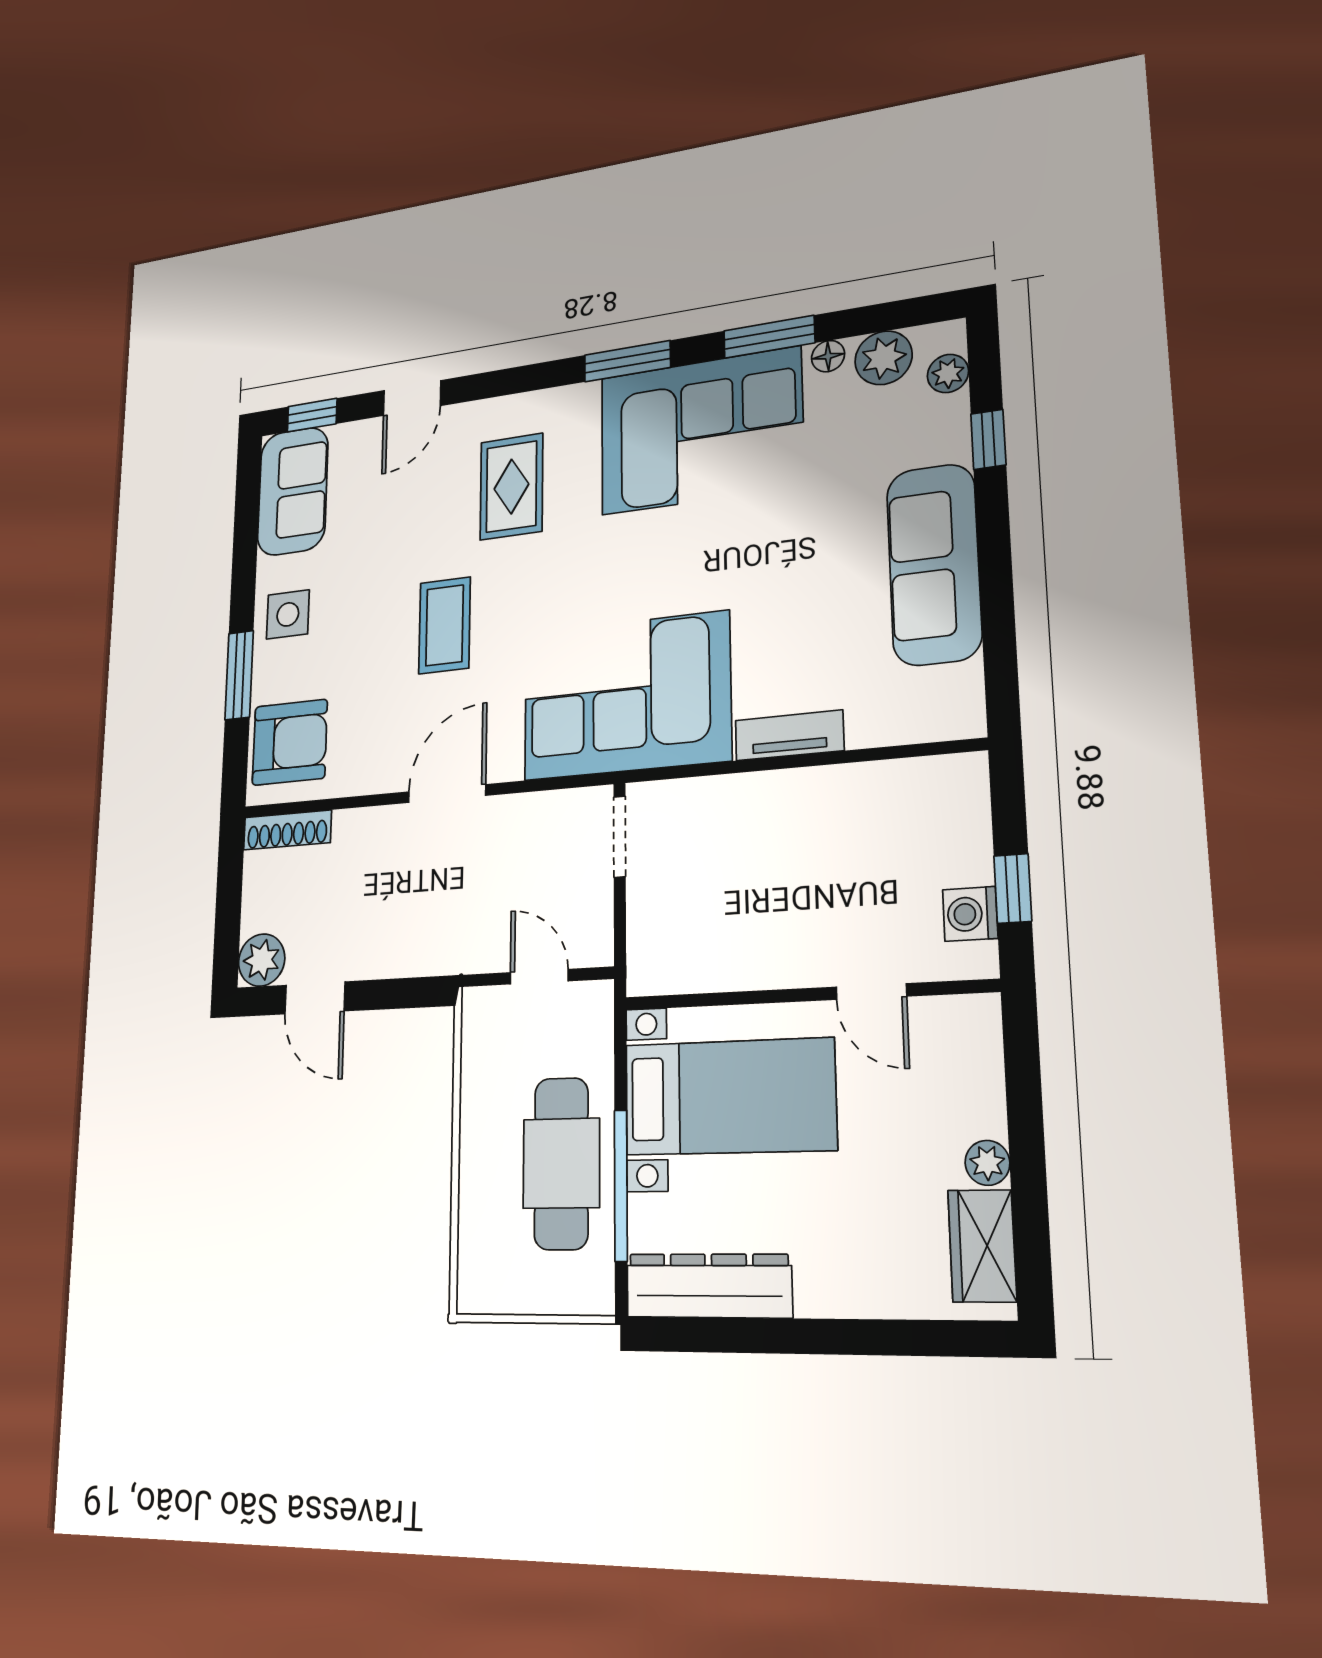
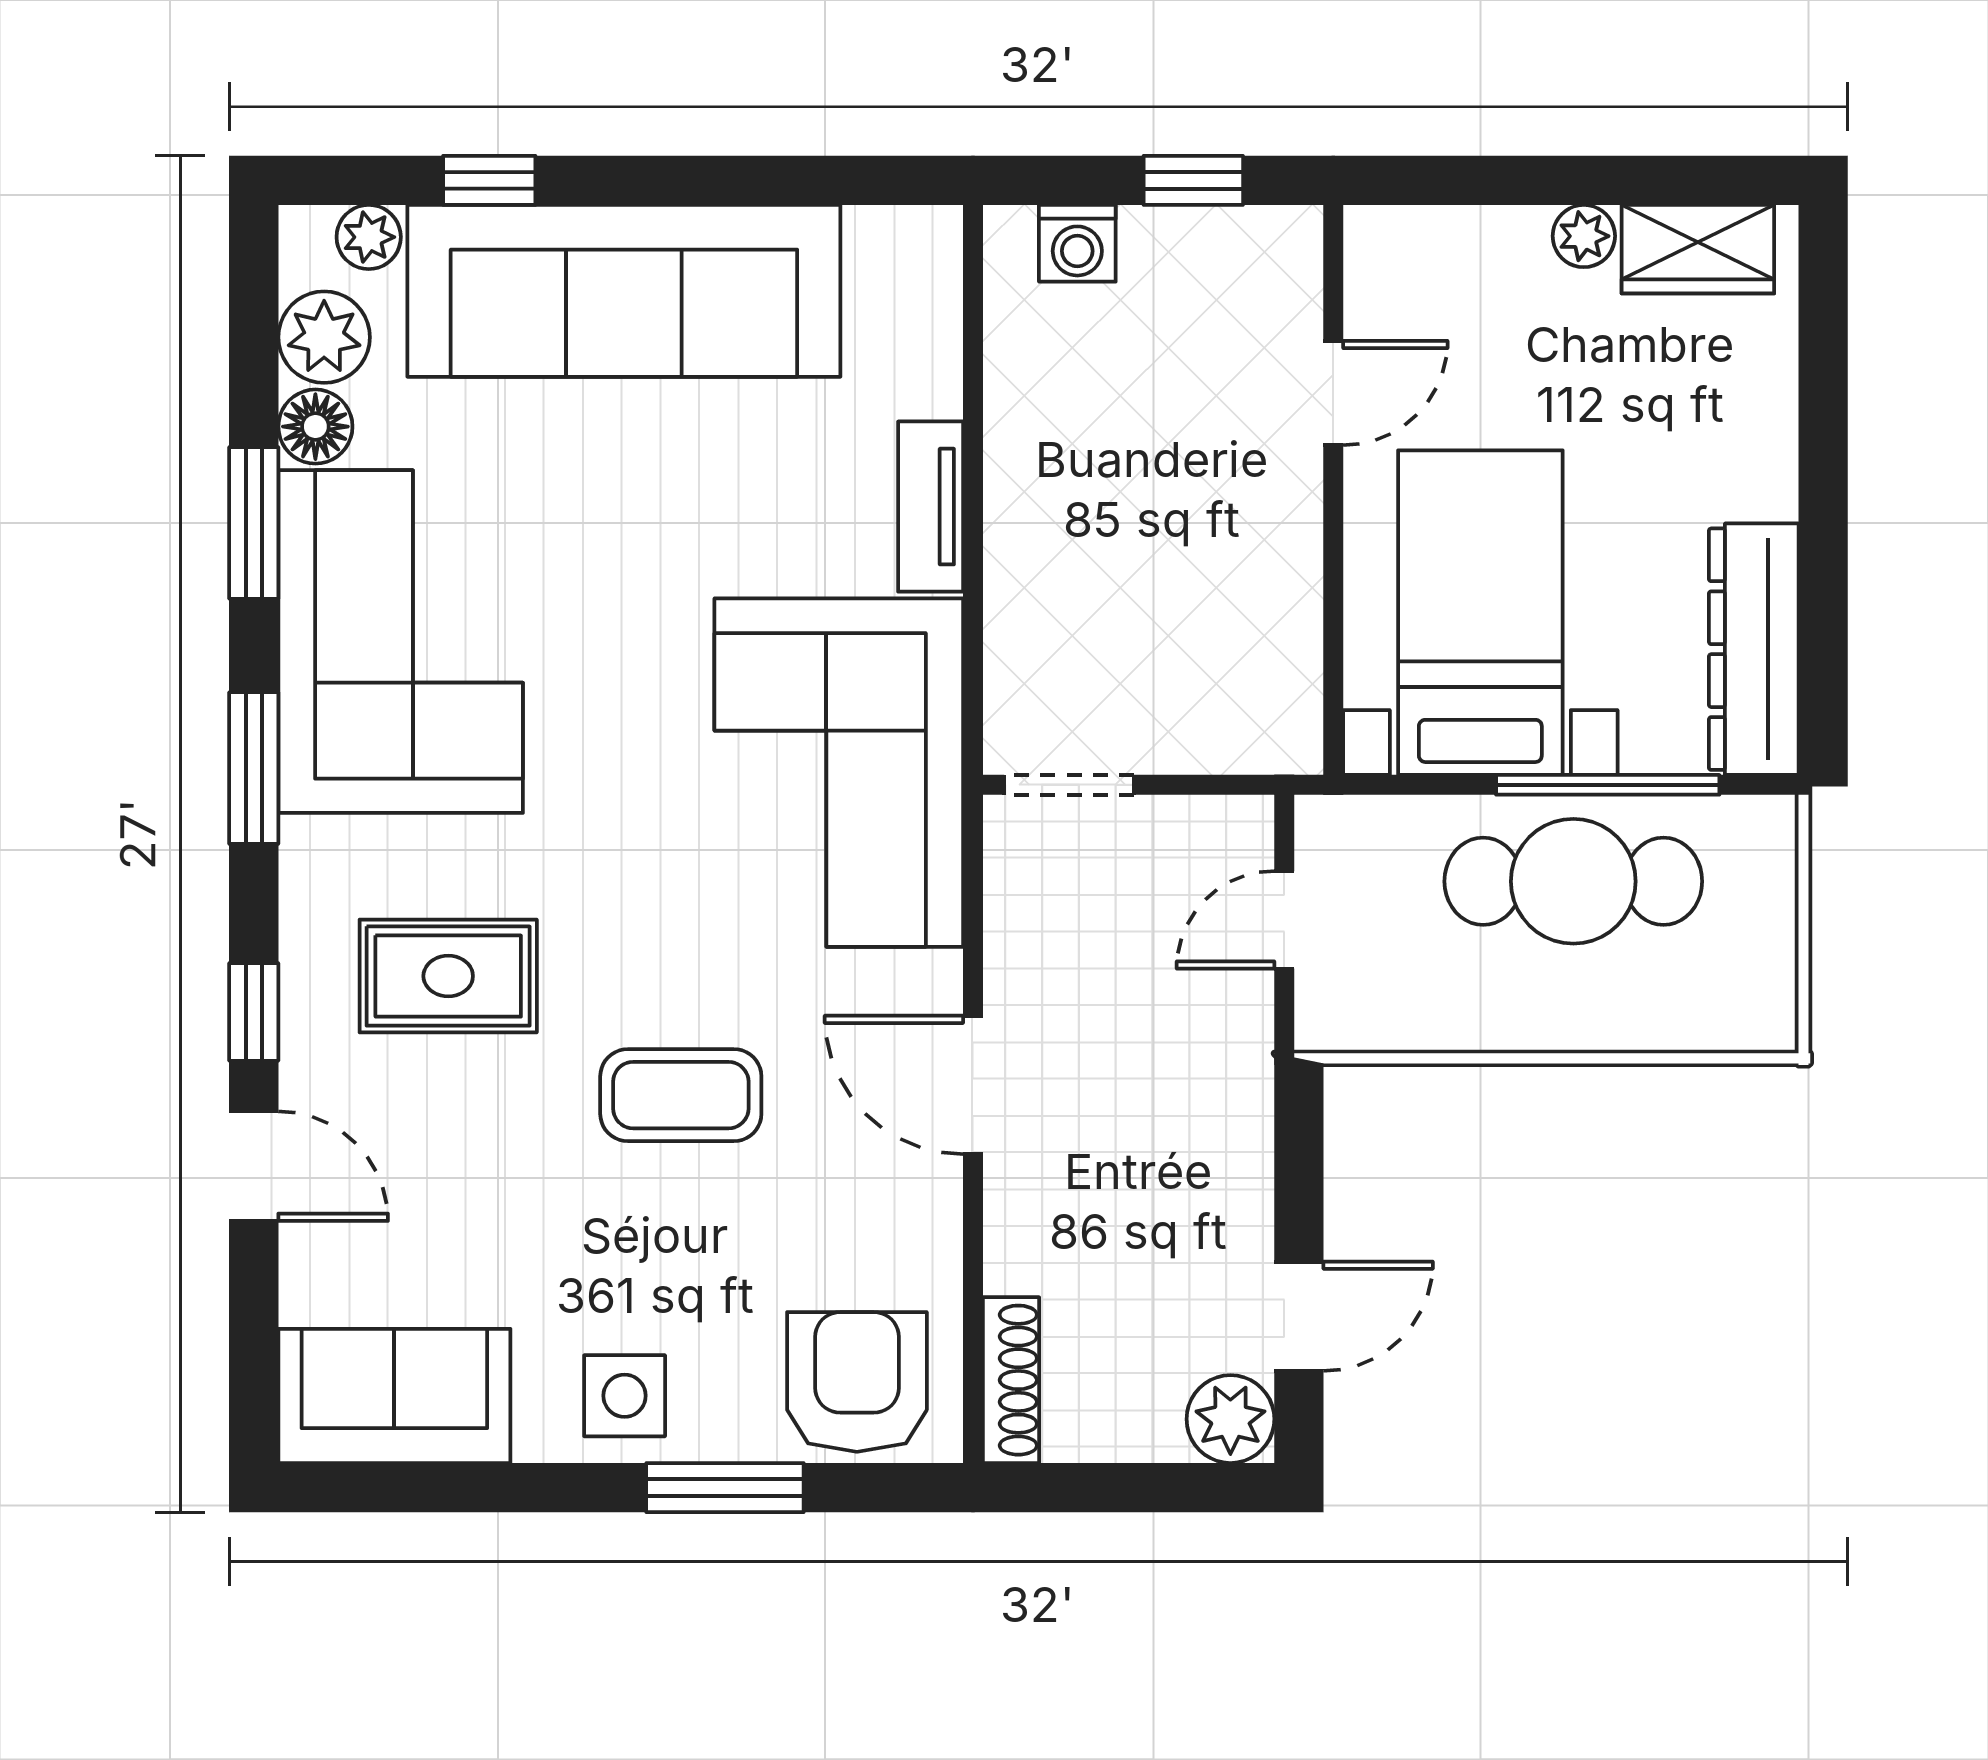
floor lamp: (828, 356) -> (315, 427), width x1.37, depth x1.37
window: (312, 415) -> (254, 1012), moved
sofa: (934, 564) -> (624, 291), width x1.36, depth x1.27
washing machine: (970, 914) -> (1077, 243), moved

